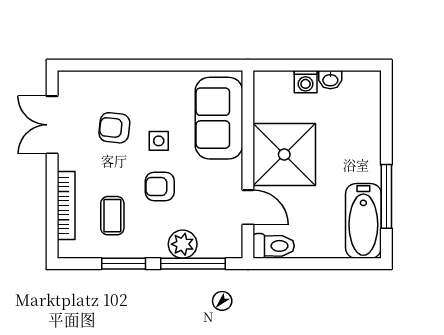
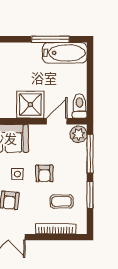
shower: (284, 154) -> (30, 105), width x0.73, depth x0.73
plant: (183, 244) -> (79, 134), moved

